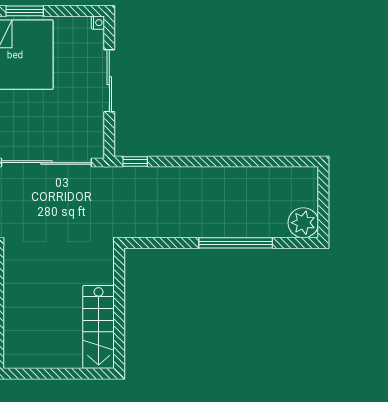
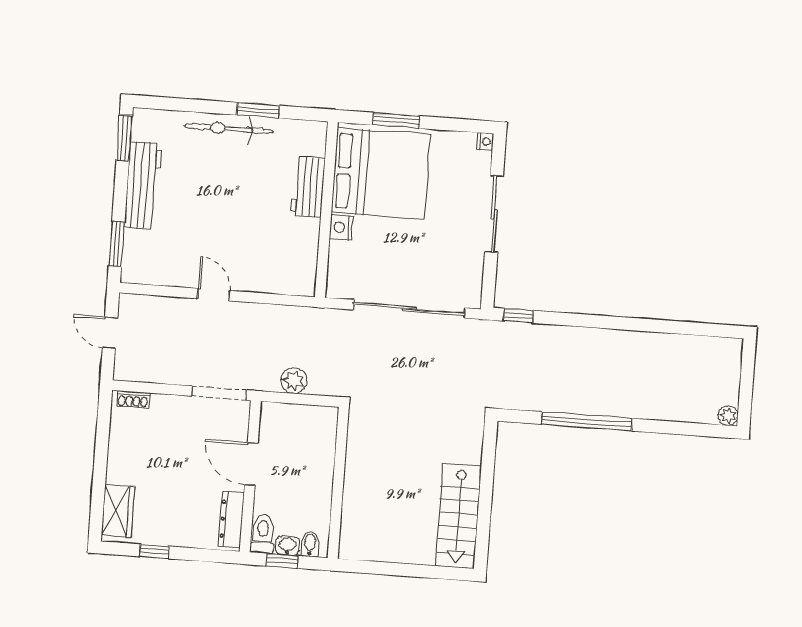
plant: (303, 223) -> (728, 416), width x0.53, depth x0.53
window: (236, 243) -> (587, 421), moved

